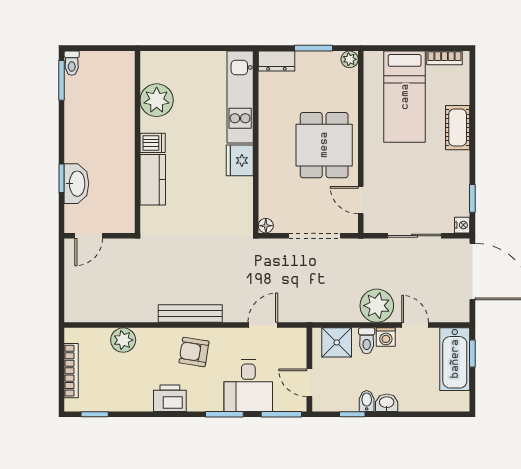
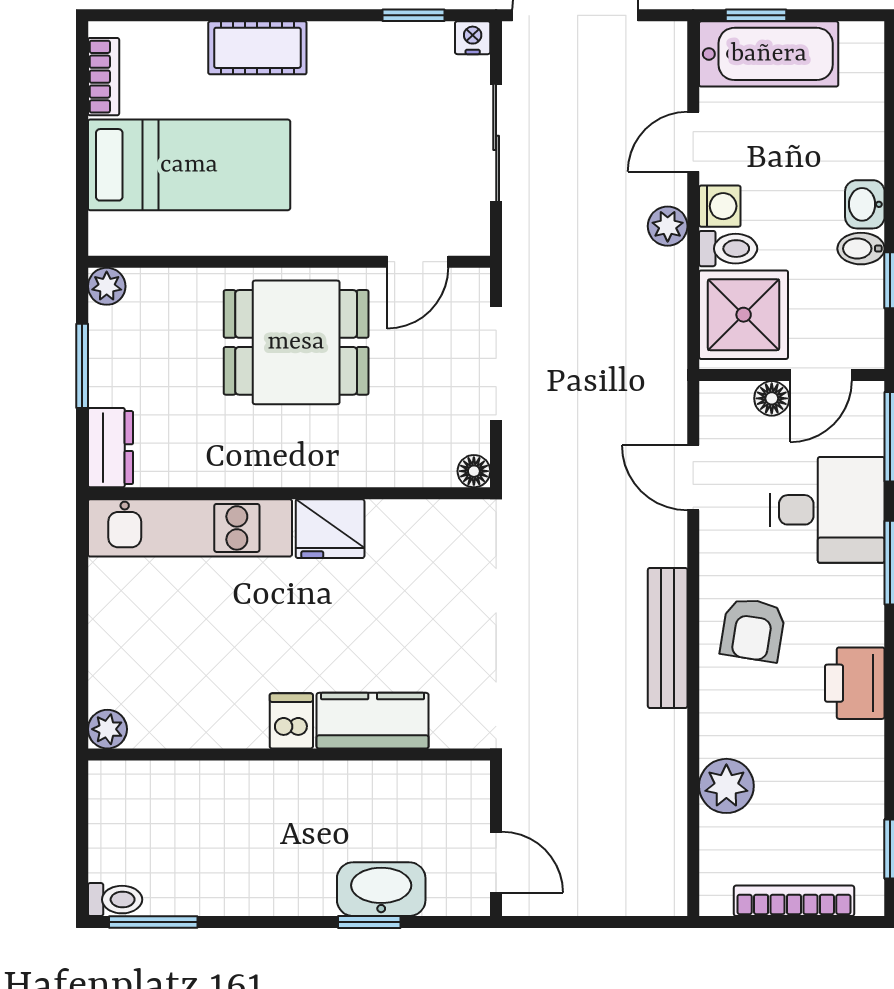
plant: (157, 100) -> (107, 729), moved, width x0.53, depth x0.53
plant: (377, 306) -> (668, 226), width x0.53, depth x0.53
shower: (337, 342) -> (744, 315), width x1.36, depth x1.36
floor lamp: (299, 361) -> (772, 398), added

